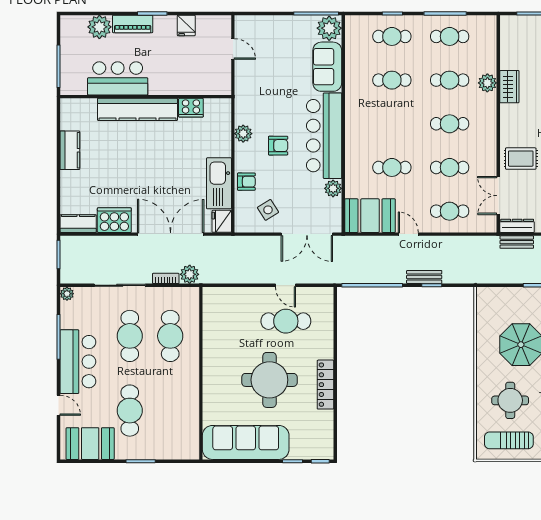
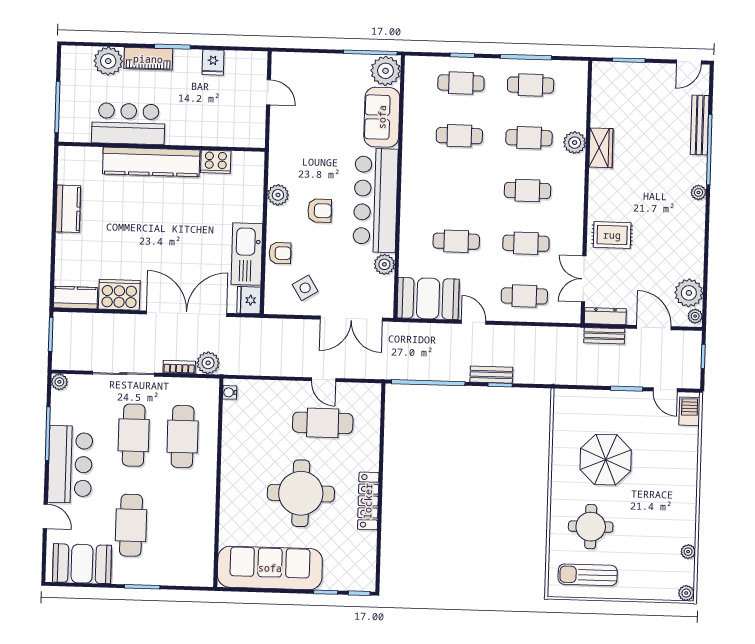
water cooler: (208, 298) -> (230, 392), added

